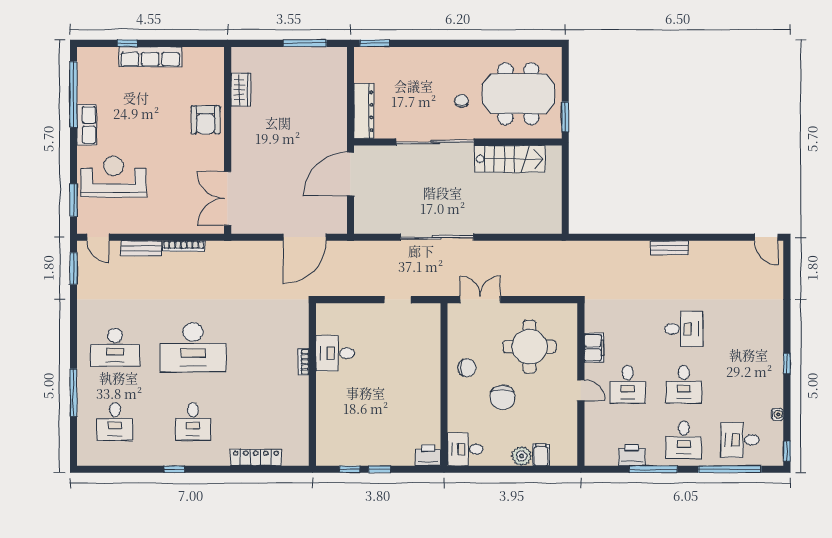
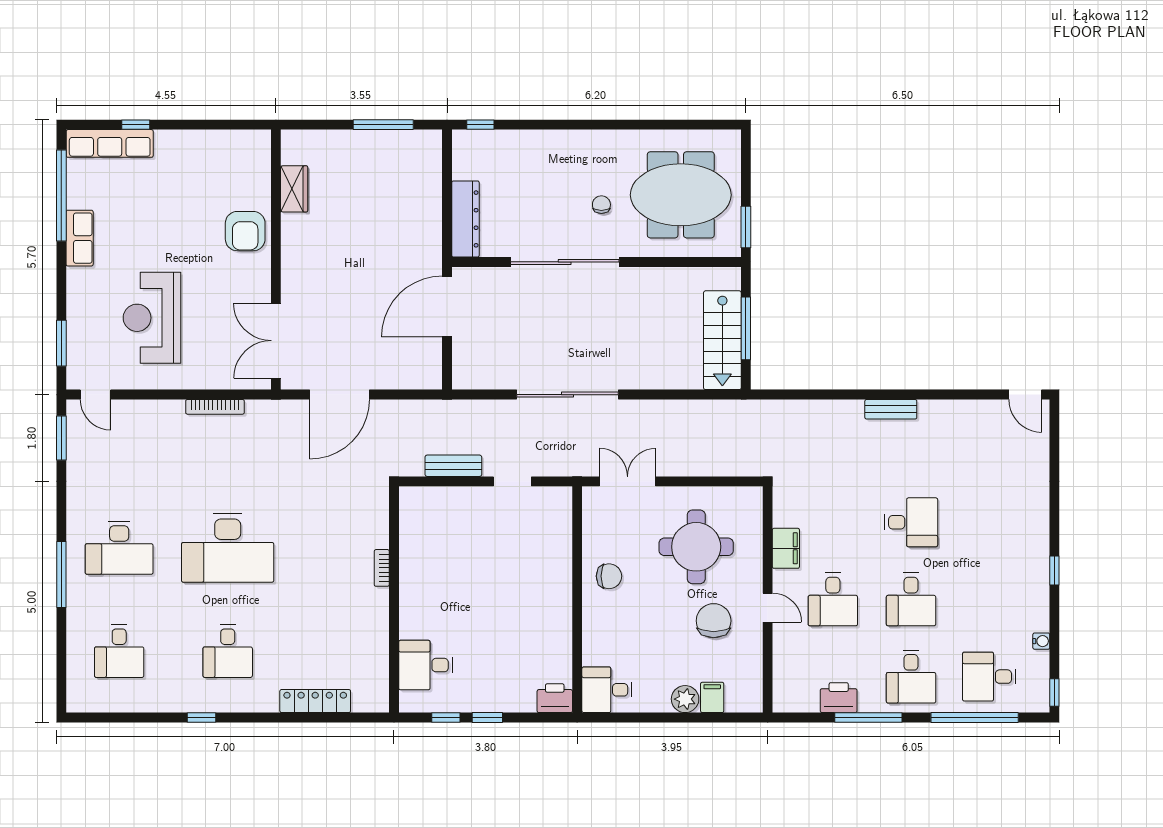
window: (374, 43) -> (480, 125), width x0.67
row of seats: (150, 57) -> (110, 143), moved
stairs: (510, 159) -> (722, 340), moved, turned 90
reception desk: (114, 177) -> (152, 318), moved, turned -90
window: (565, 190) -> (746, 328), added
door: (305, 237) -> (340, 395), moved
bench: (141, 248) -> (453, 466), moved
desk: (335, 353) -> (426, 665), moved
window: (73, 393) -> (61, 575), moved
chair: (503, 397) -> (714, 621), moved, turned 180

